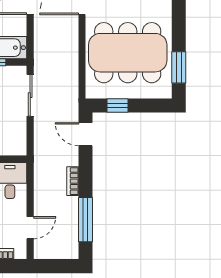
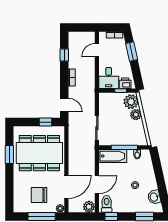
window: (179, 67) -> (9, 155), moved
window: (85, 220) -> (64, 55), width x0.46

